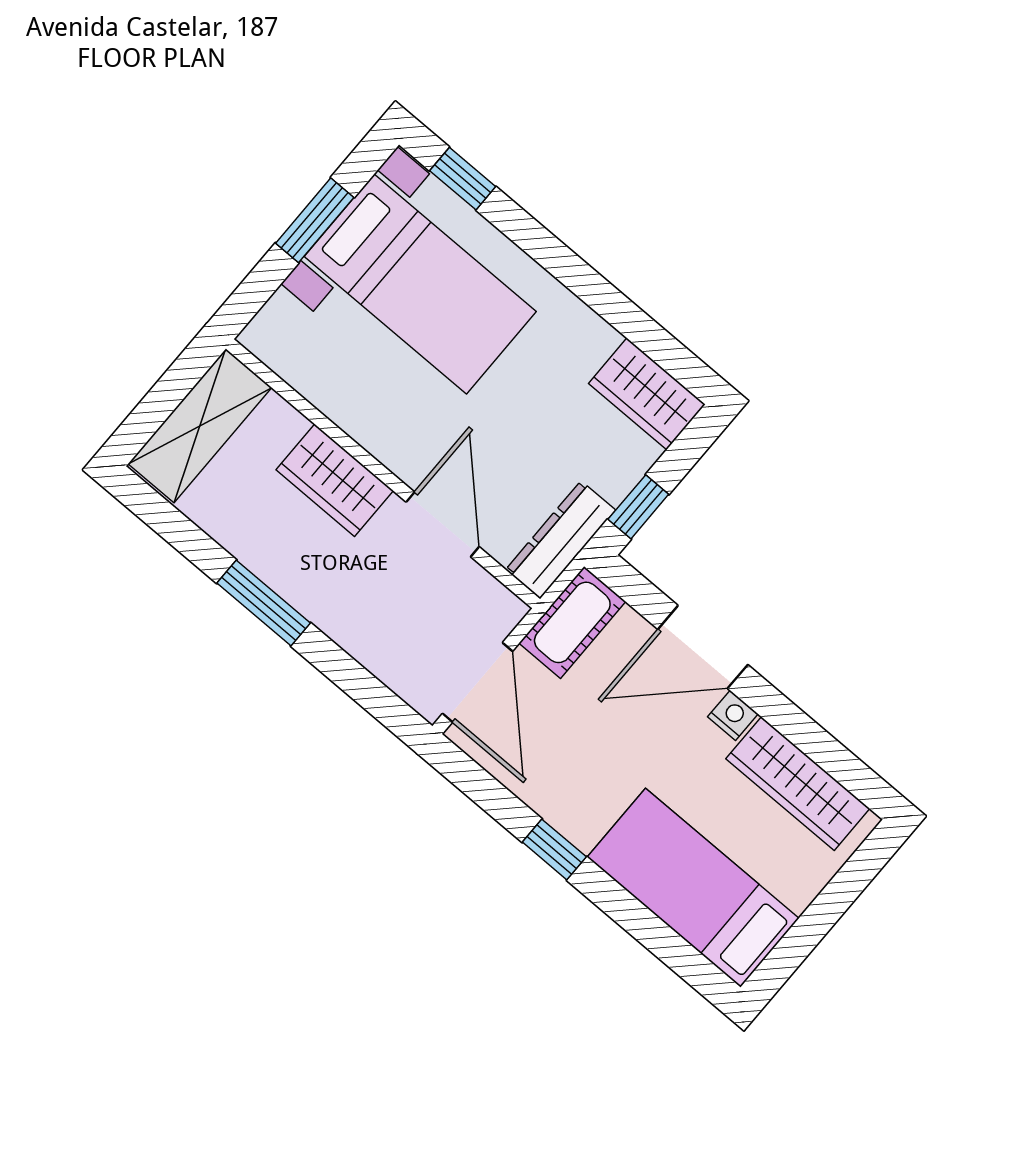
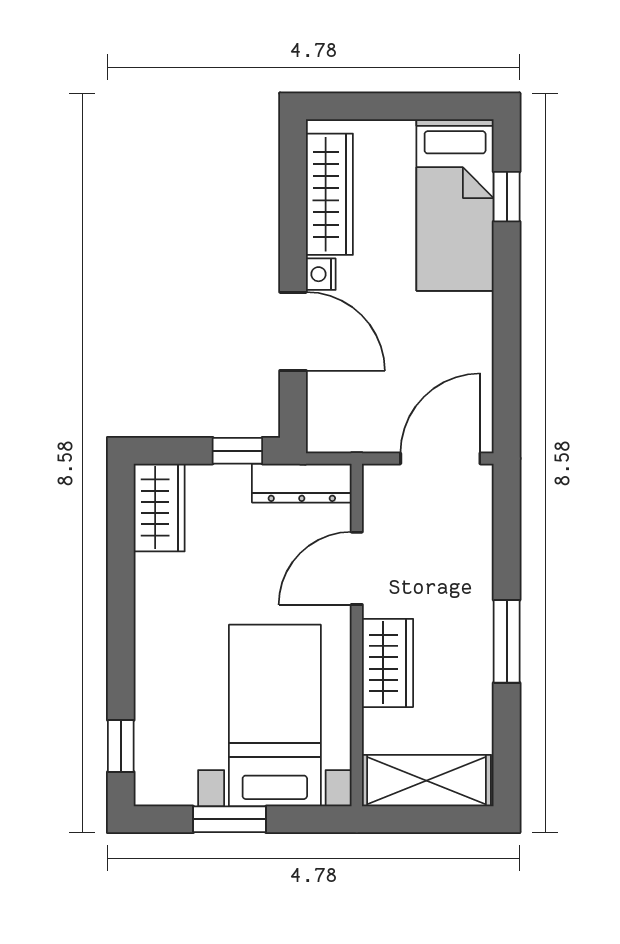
bed with nightstands: (420, 284) -> (275, 716), moved
cot: (572, 622) -> (349, 430), removed
window: (554, 849) -> (507, 197), moved

